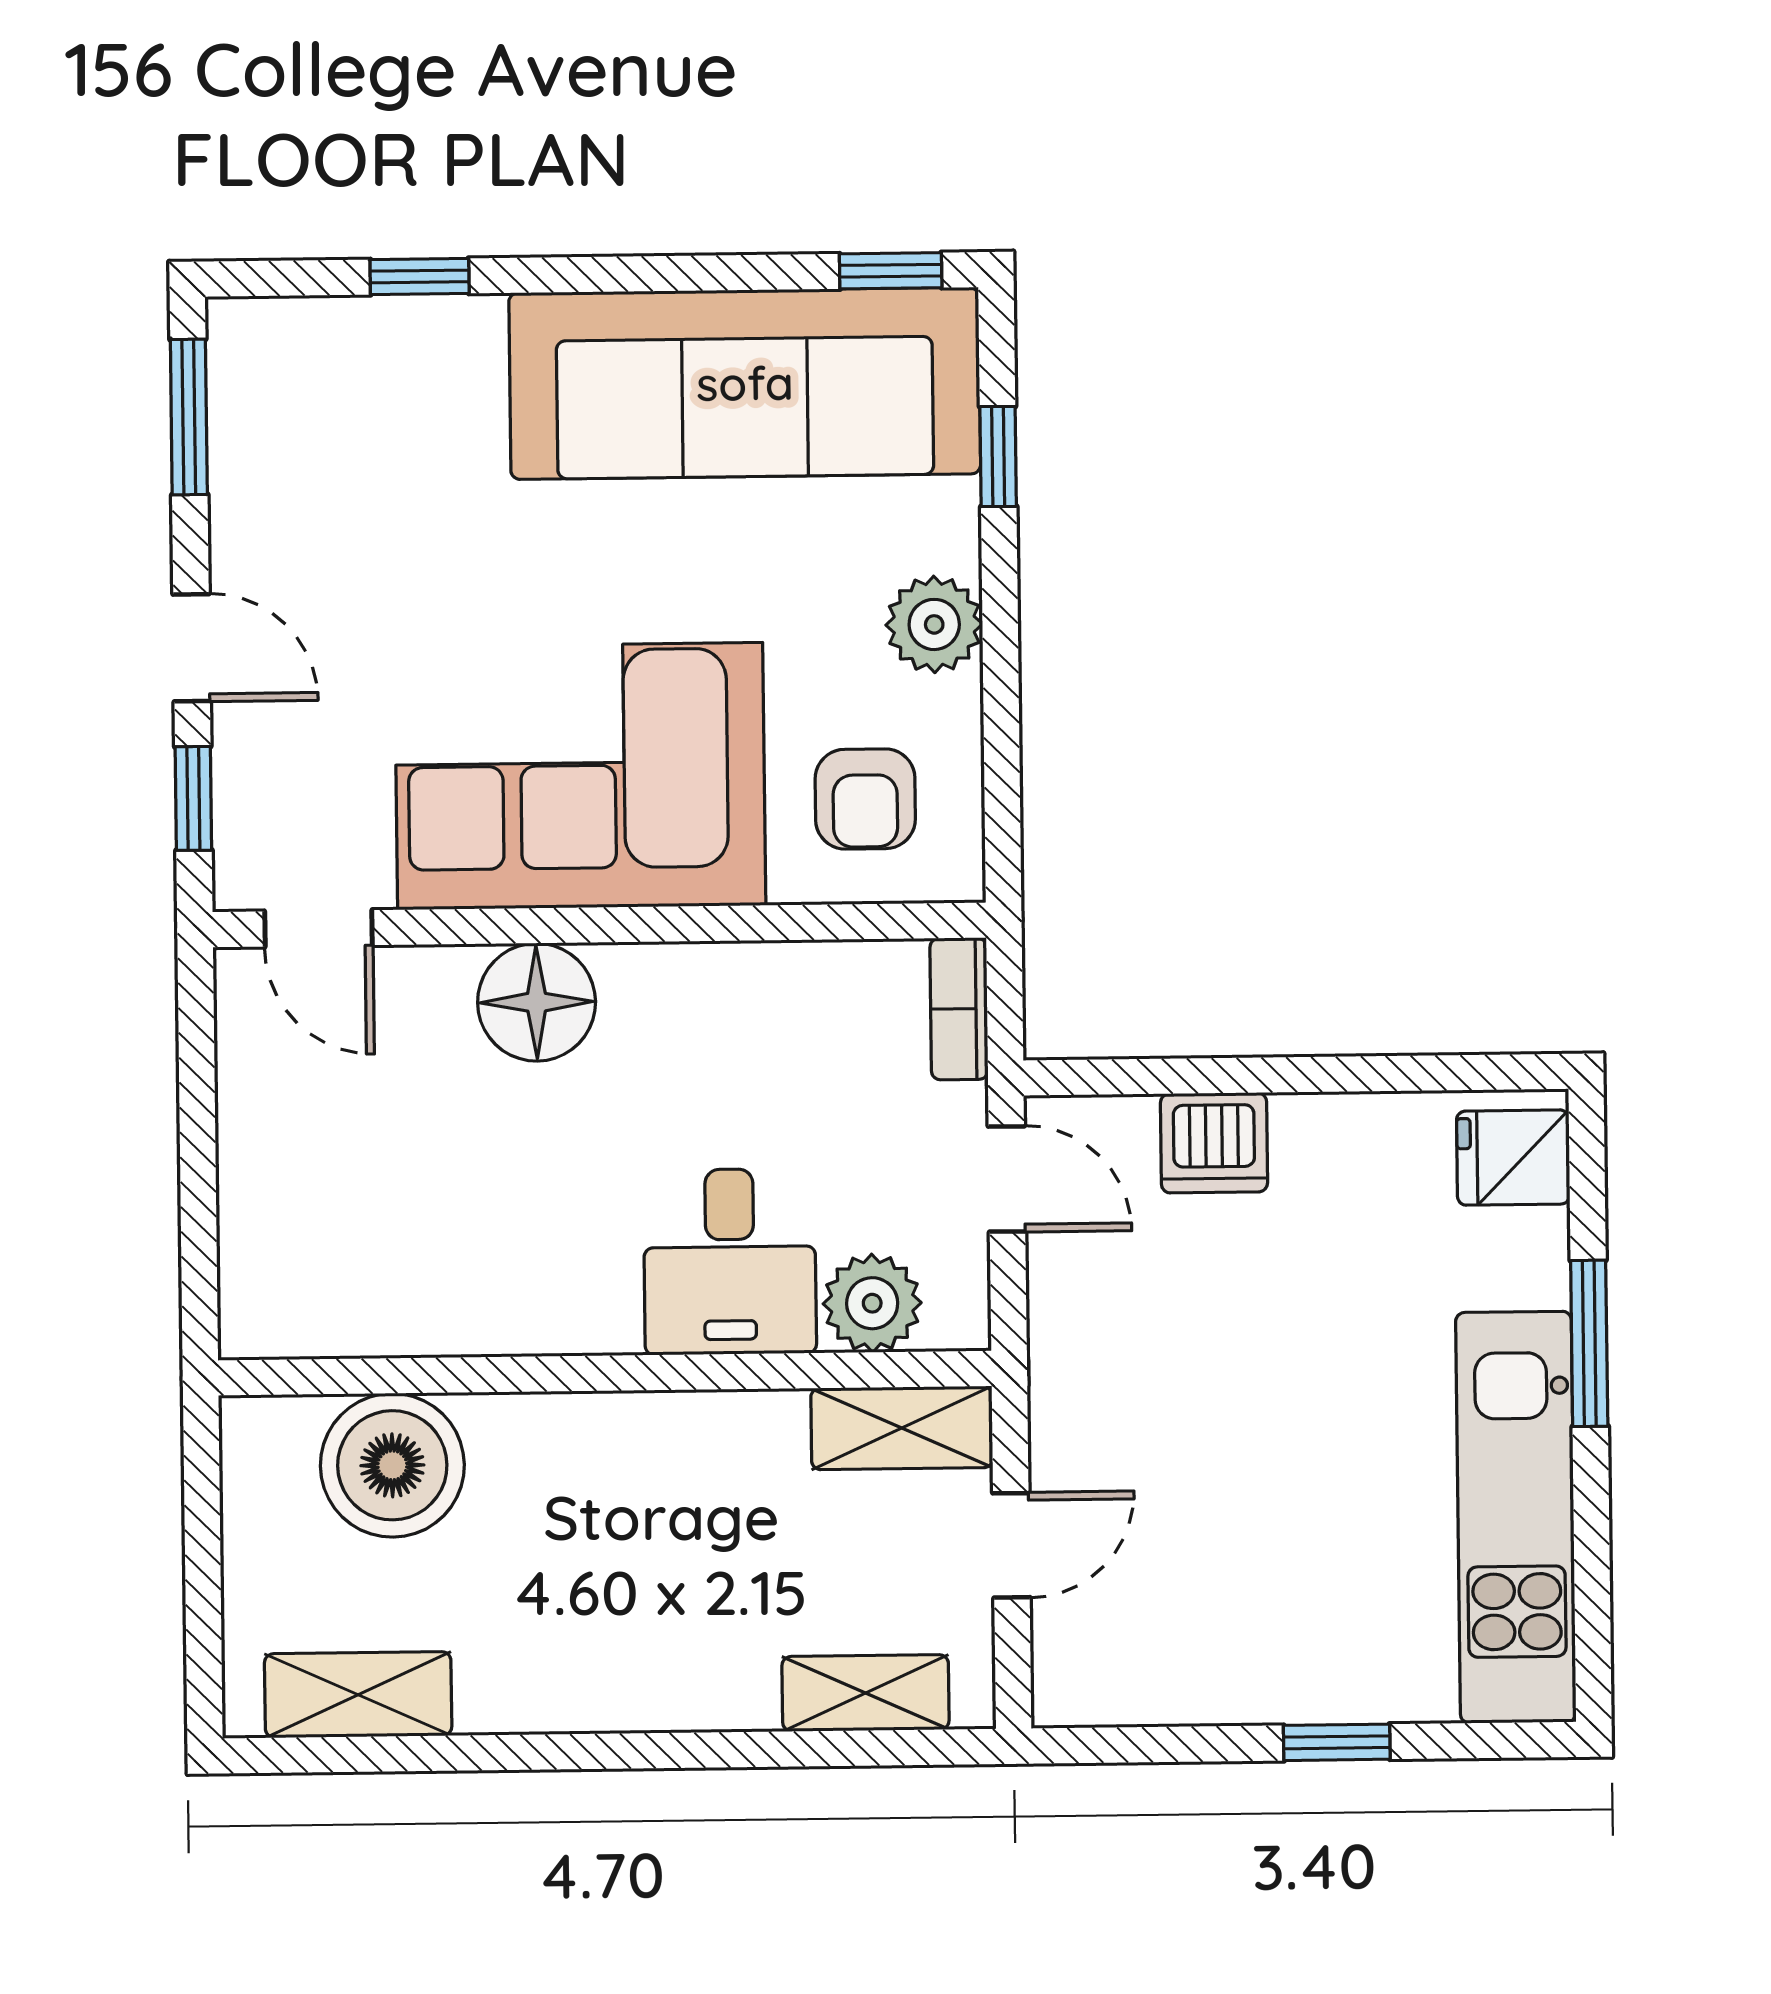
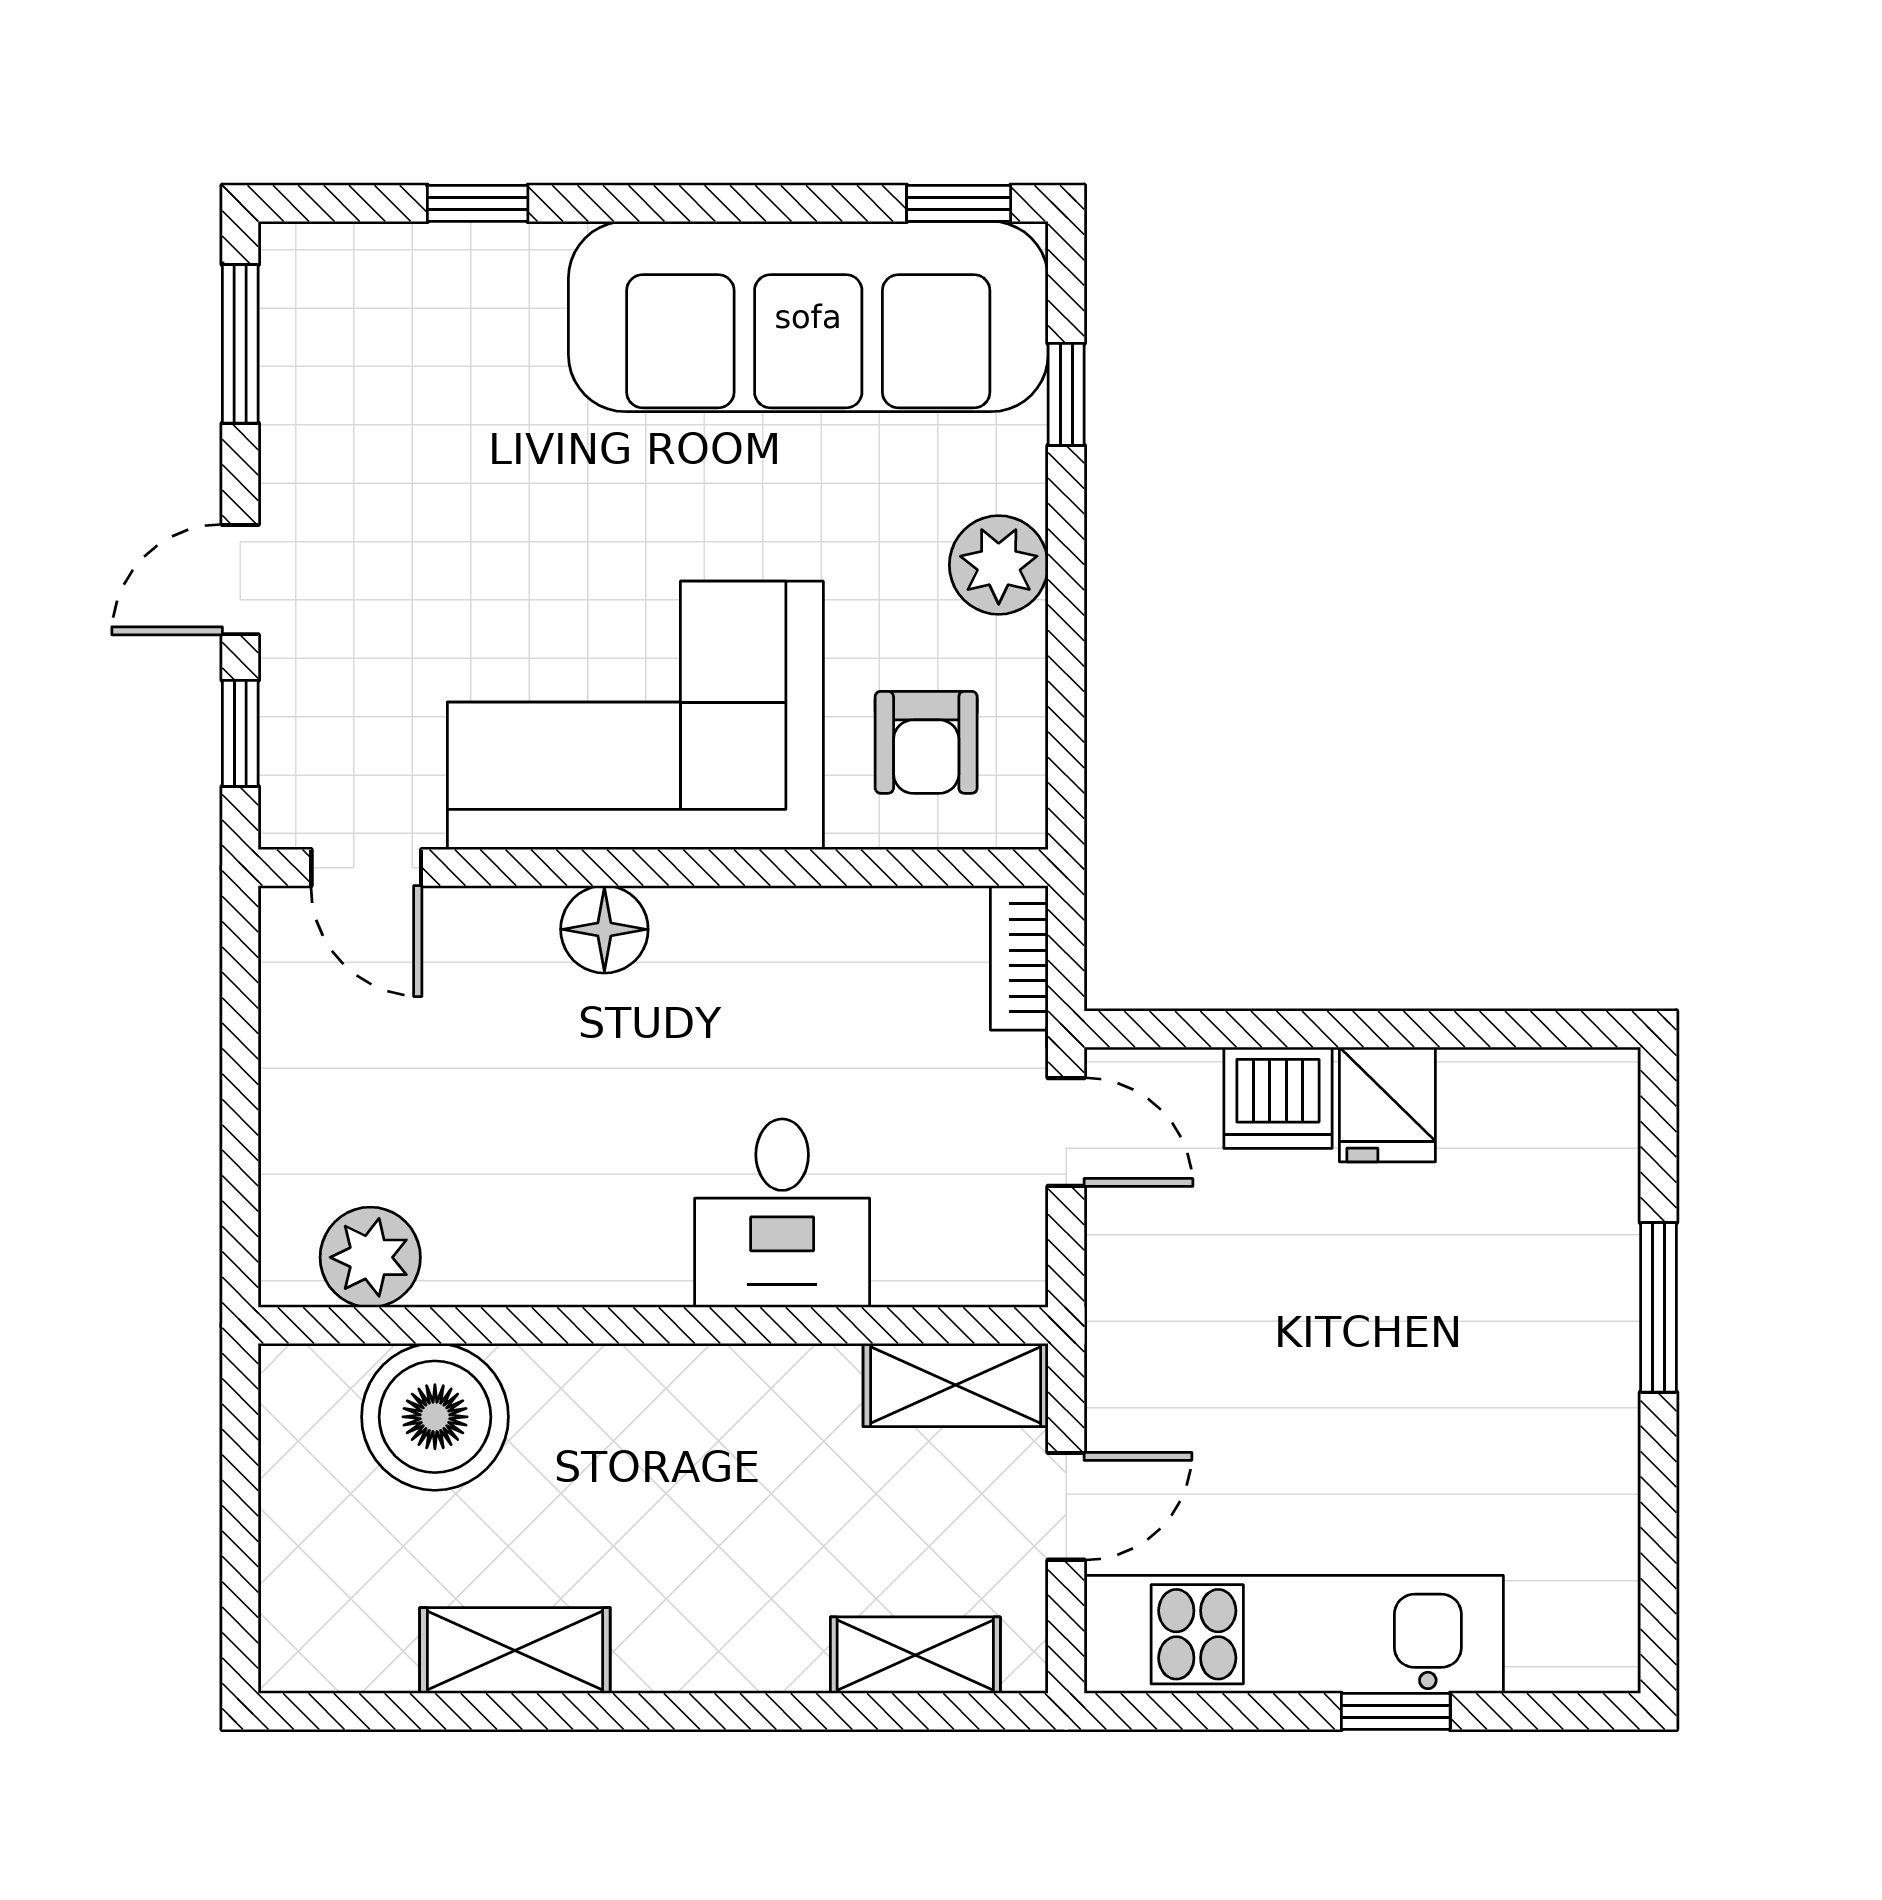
door: (192, 648) -> (240, 580), swing flipped
floor lamp: (537, 1002) -> (604, 929), width x0.73, depth x0.73
fridge: (1513, 1158) -> (1387, 1104), moved, turned -90
plant: (872, 1303) -> (370, 1257), moved
kitchen unit: (1516, 1517) -> (1294, 1634), moved, turned 90
shelving: (358, 1695) -> (515, 1651), moved

